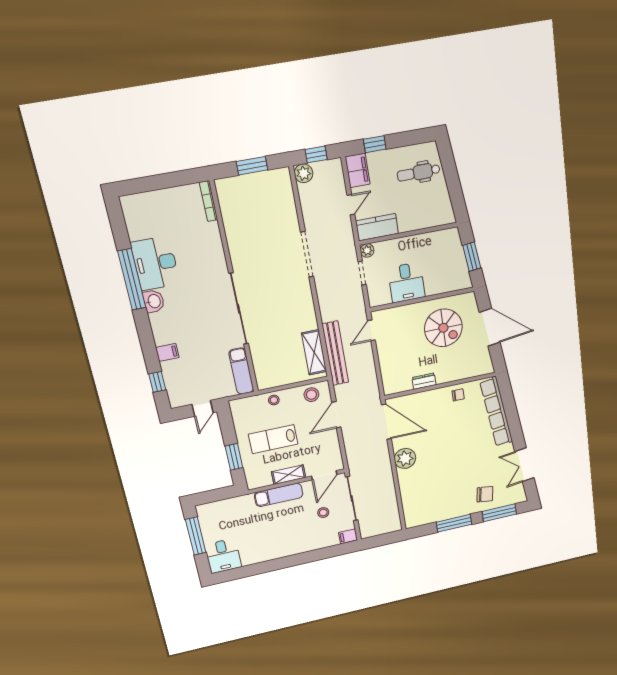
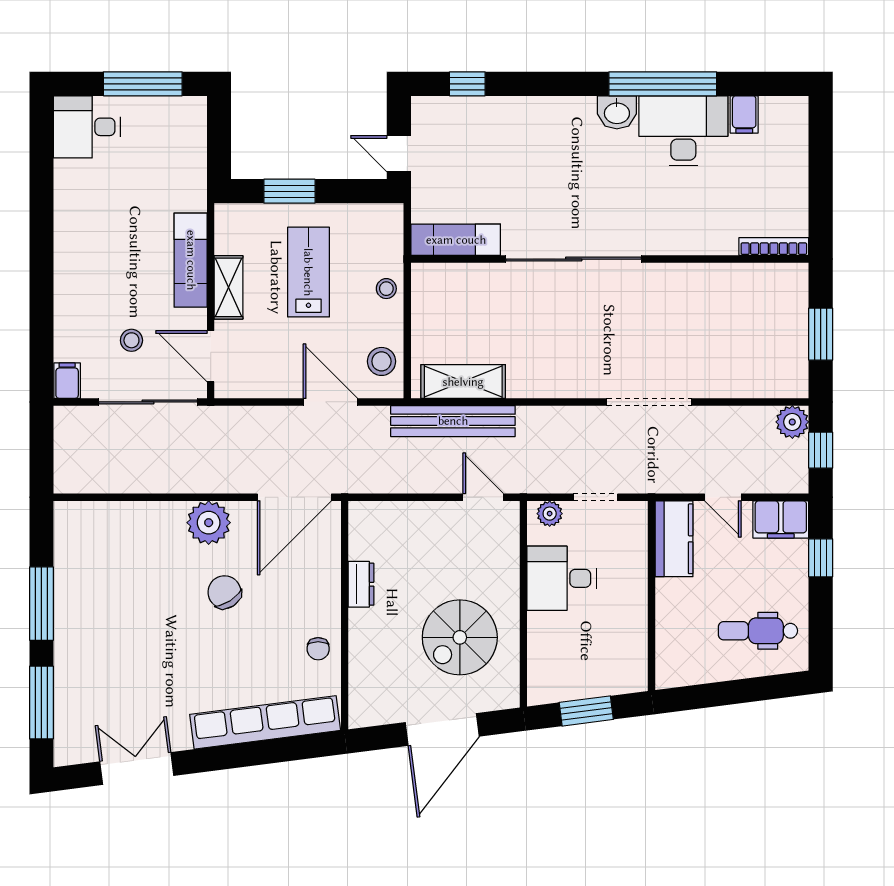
dental chair: (419, 173) -> (758, 631), turned -89
plant: (367, 250) -> (550, 514), moved
filing cabinet: (167, 352) -> (744, 114), moved
chair: (485, 494) -> (224, 592), moved, turned 139

